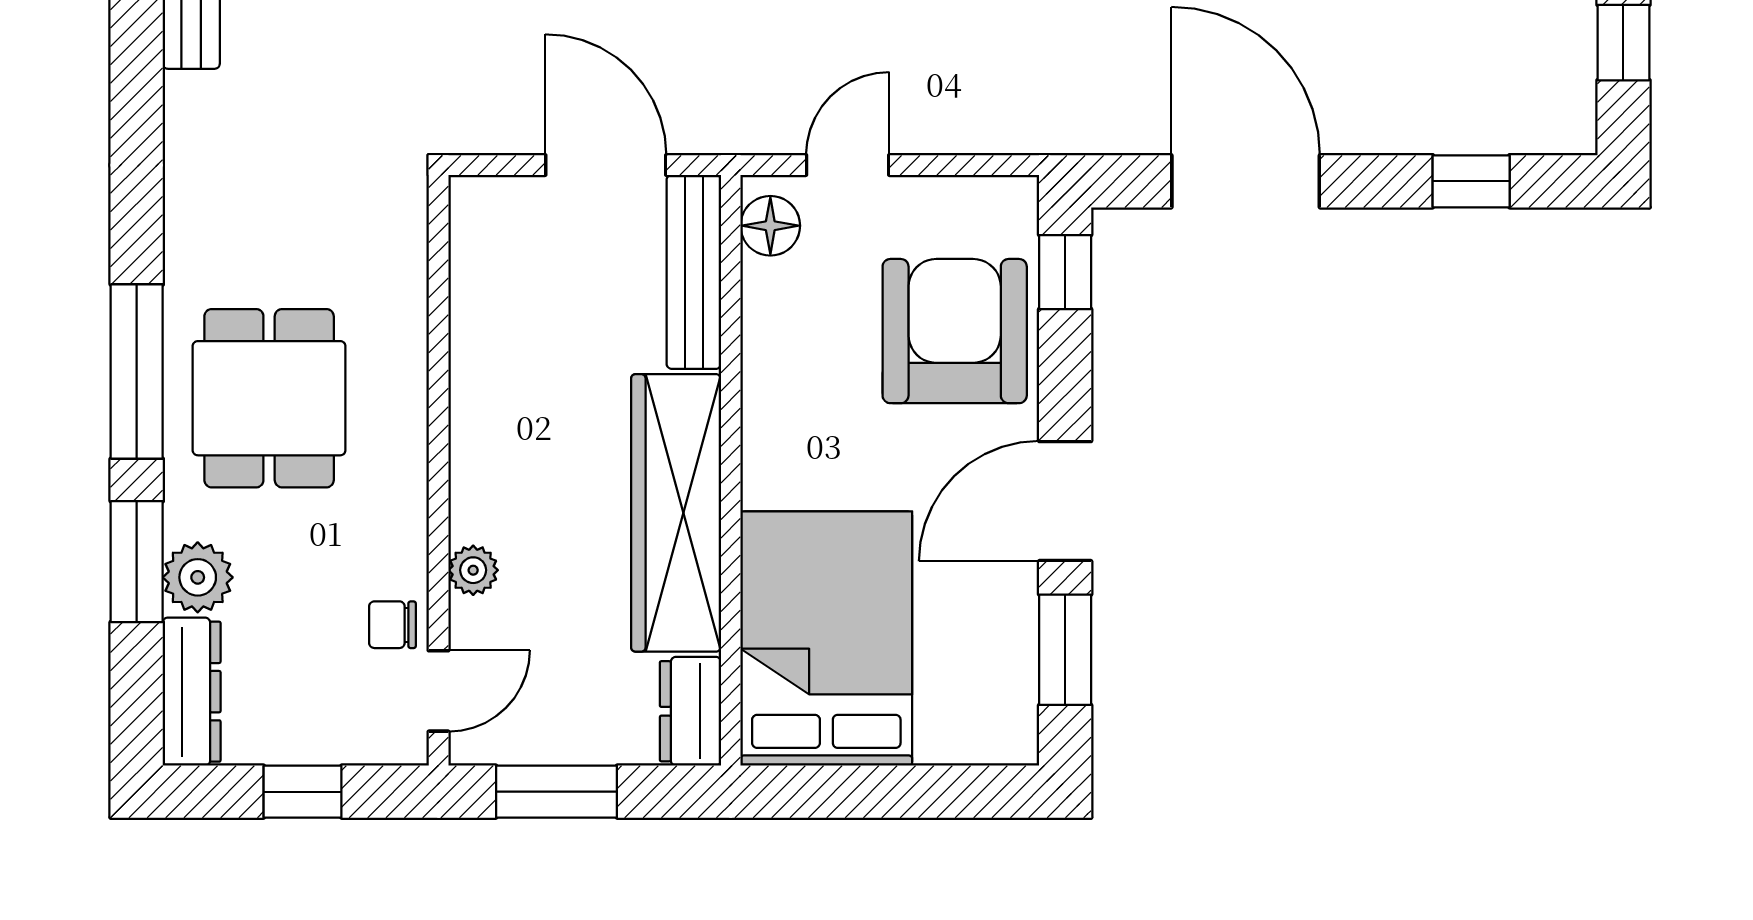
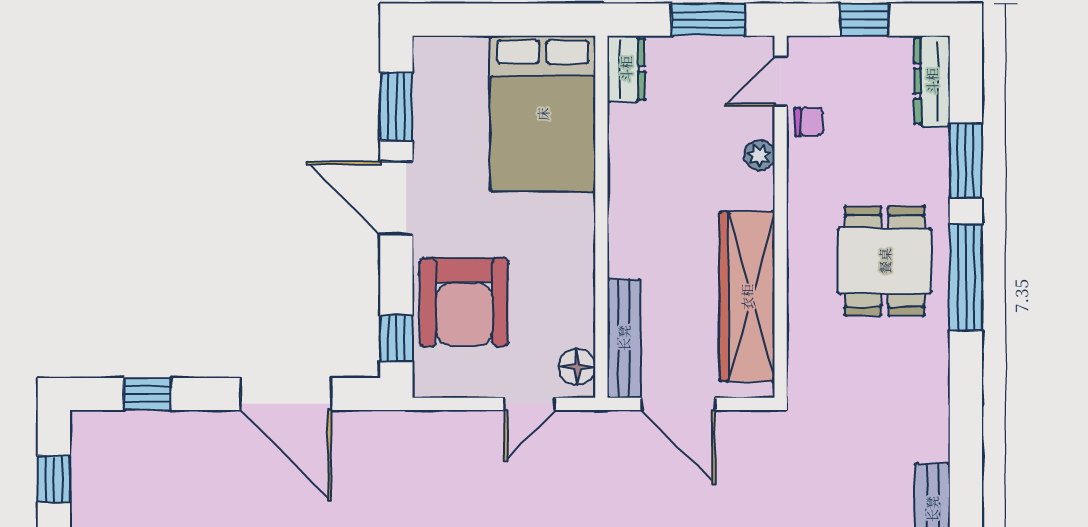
door: (1065, 501) -> (396, 198), swing flipped
wardrobe: (676, 513) -> (747, 297), moved, turned 180
plant: (198, 577) -> (928, 151), removed

